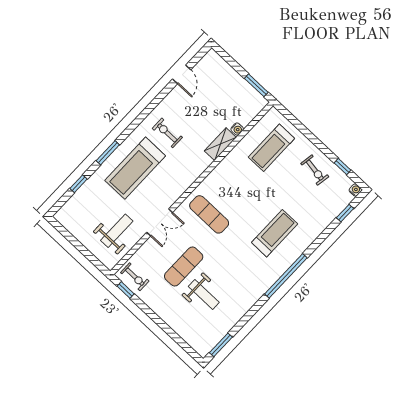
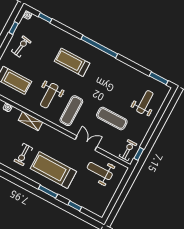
shelving: (220, 144) -> (30, 121), moved
treadmill: (135, 168) -> (53, 170), turned 180
weight bench: (238, 190) -> (49, 96), added
weight bench: (204, 294) -> (145, 102), moved

